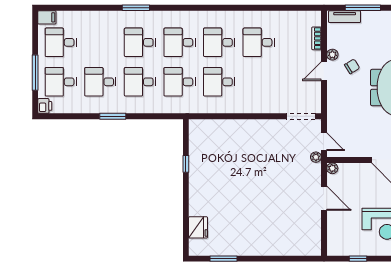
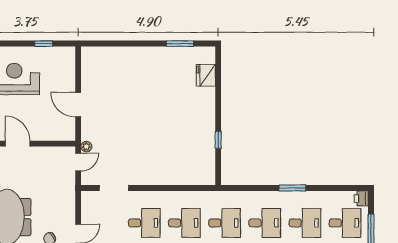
desk: (259, 82) -> (144, 223), added
doorway: (301, 116) -> (114, 188), moved
door: (324, 142) -> (78, 162), swing flipped
plant: (332, 168) -> (70, 135), removed

